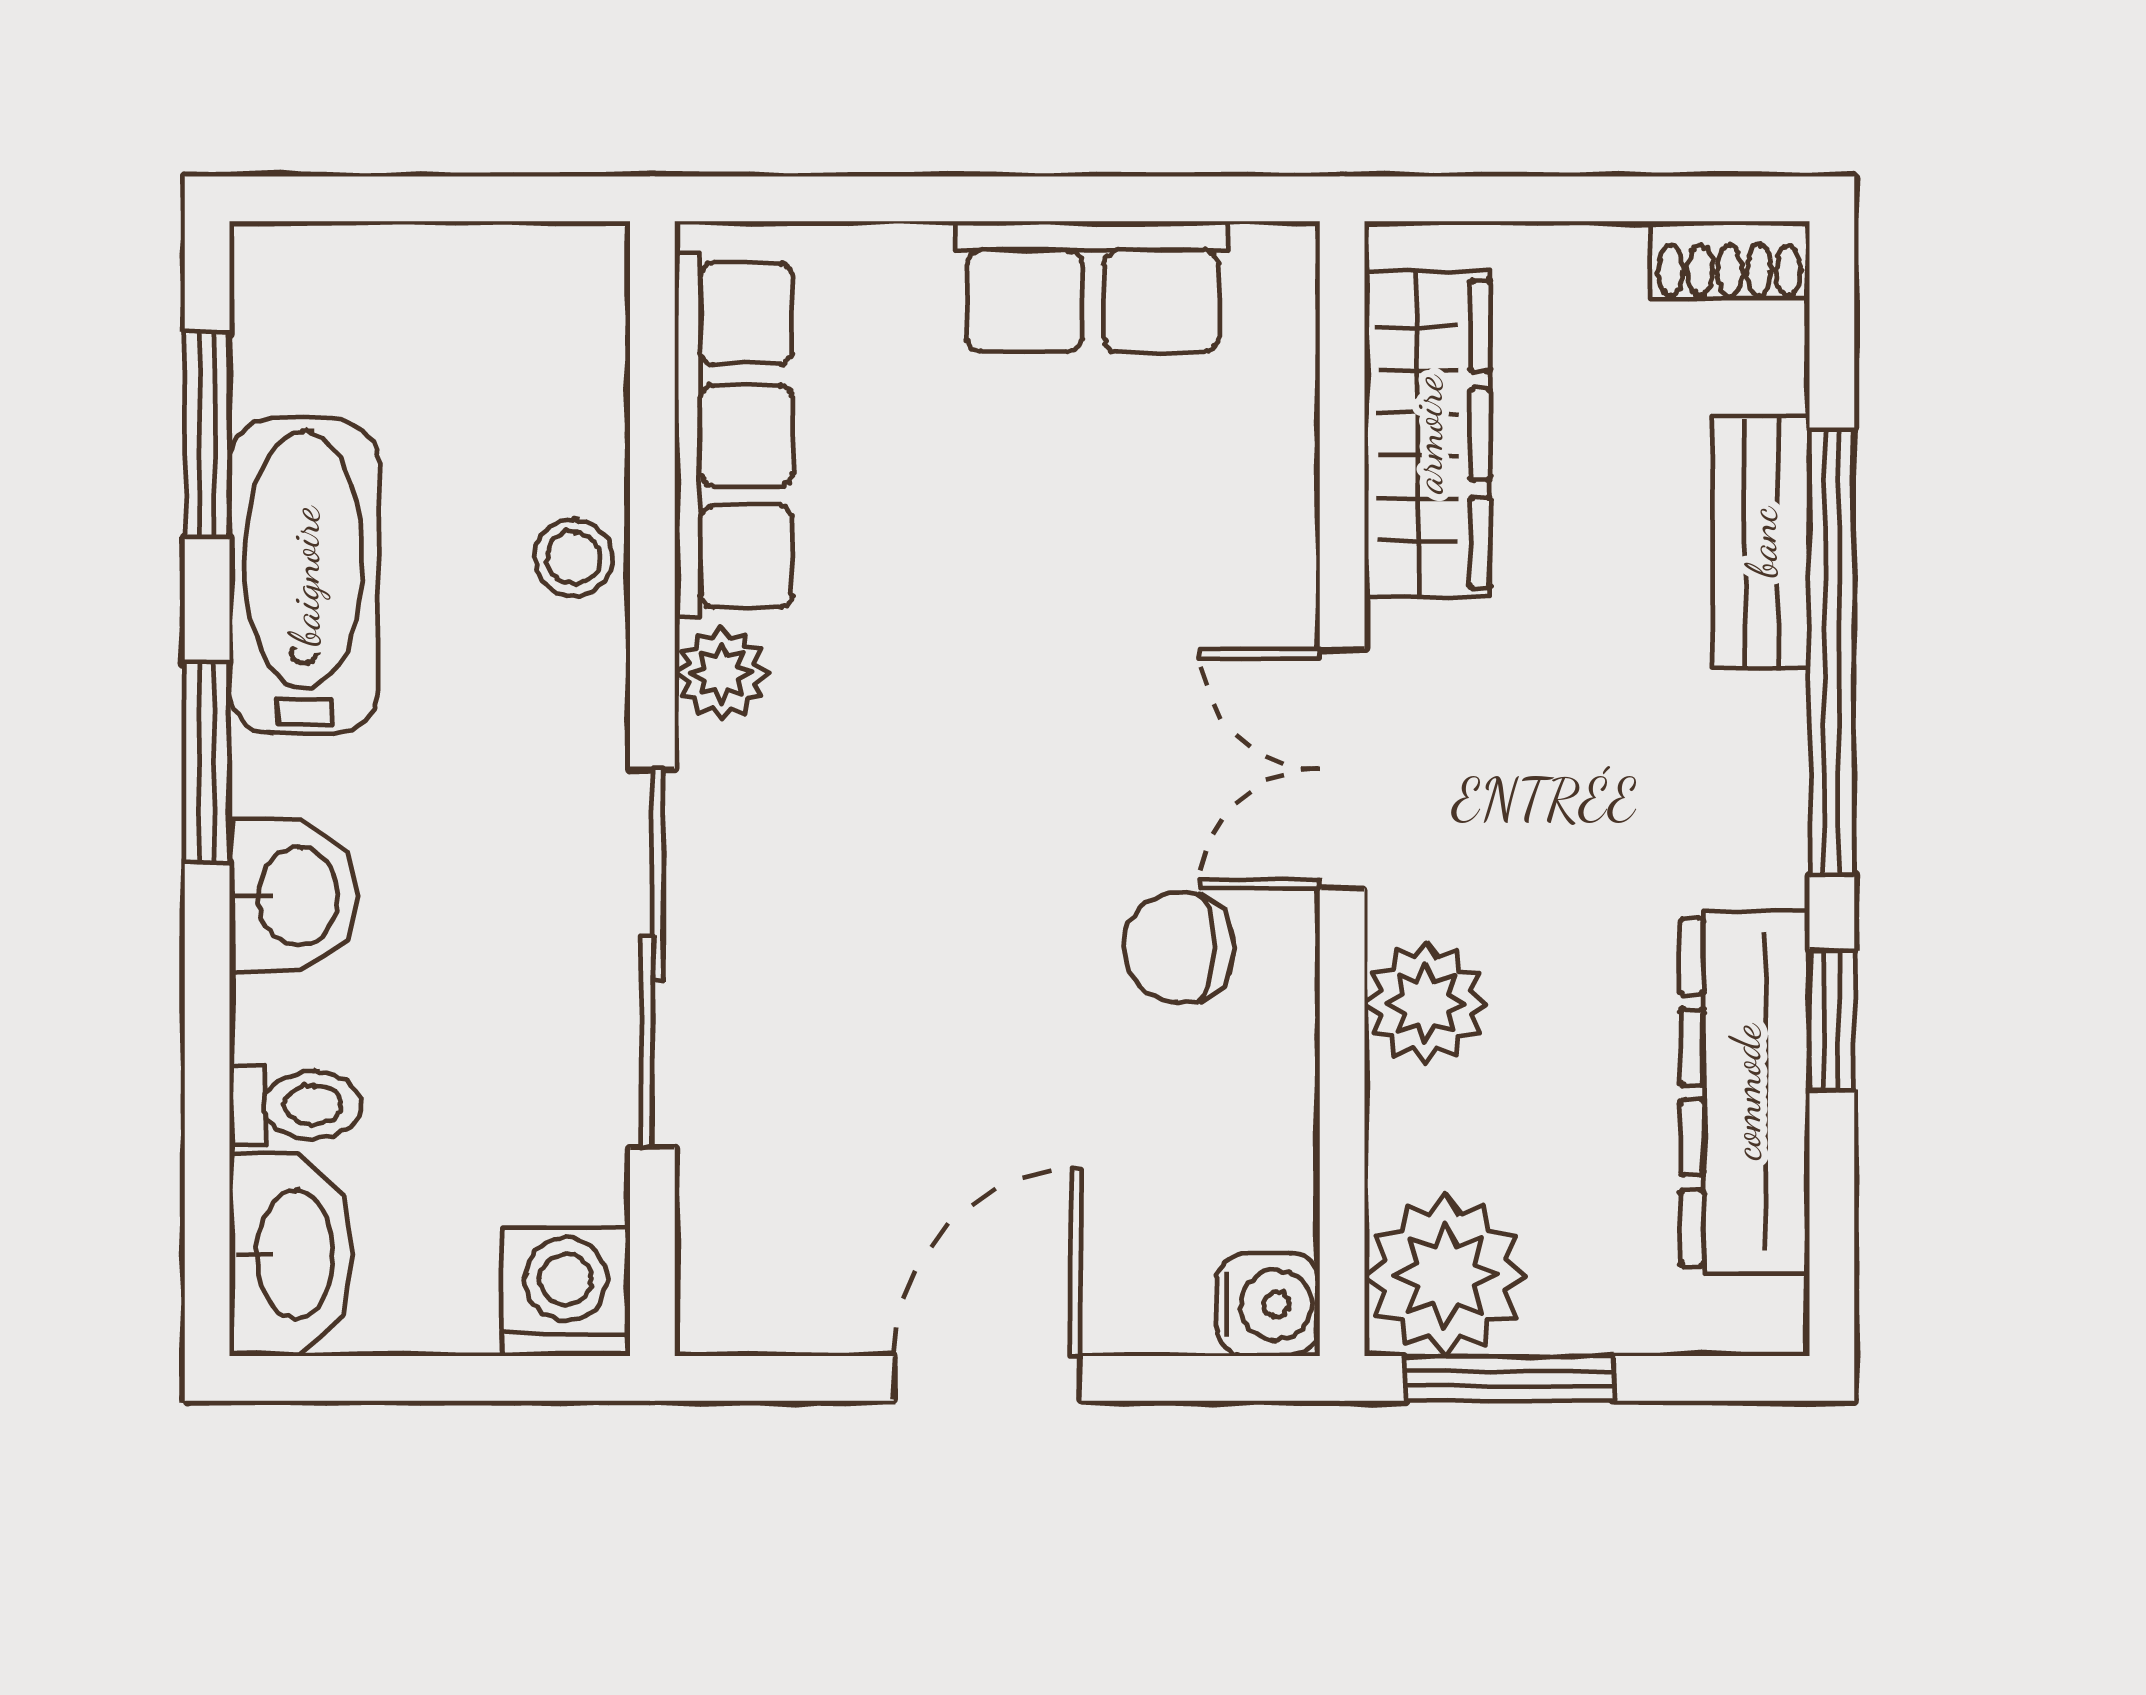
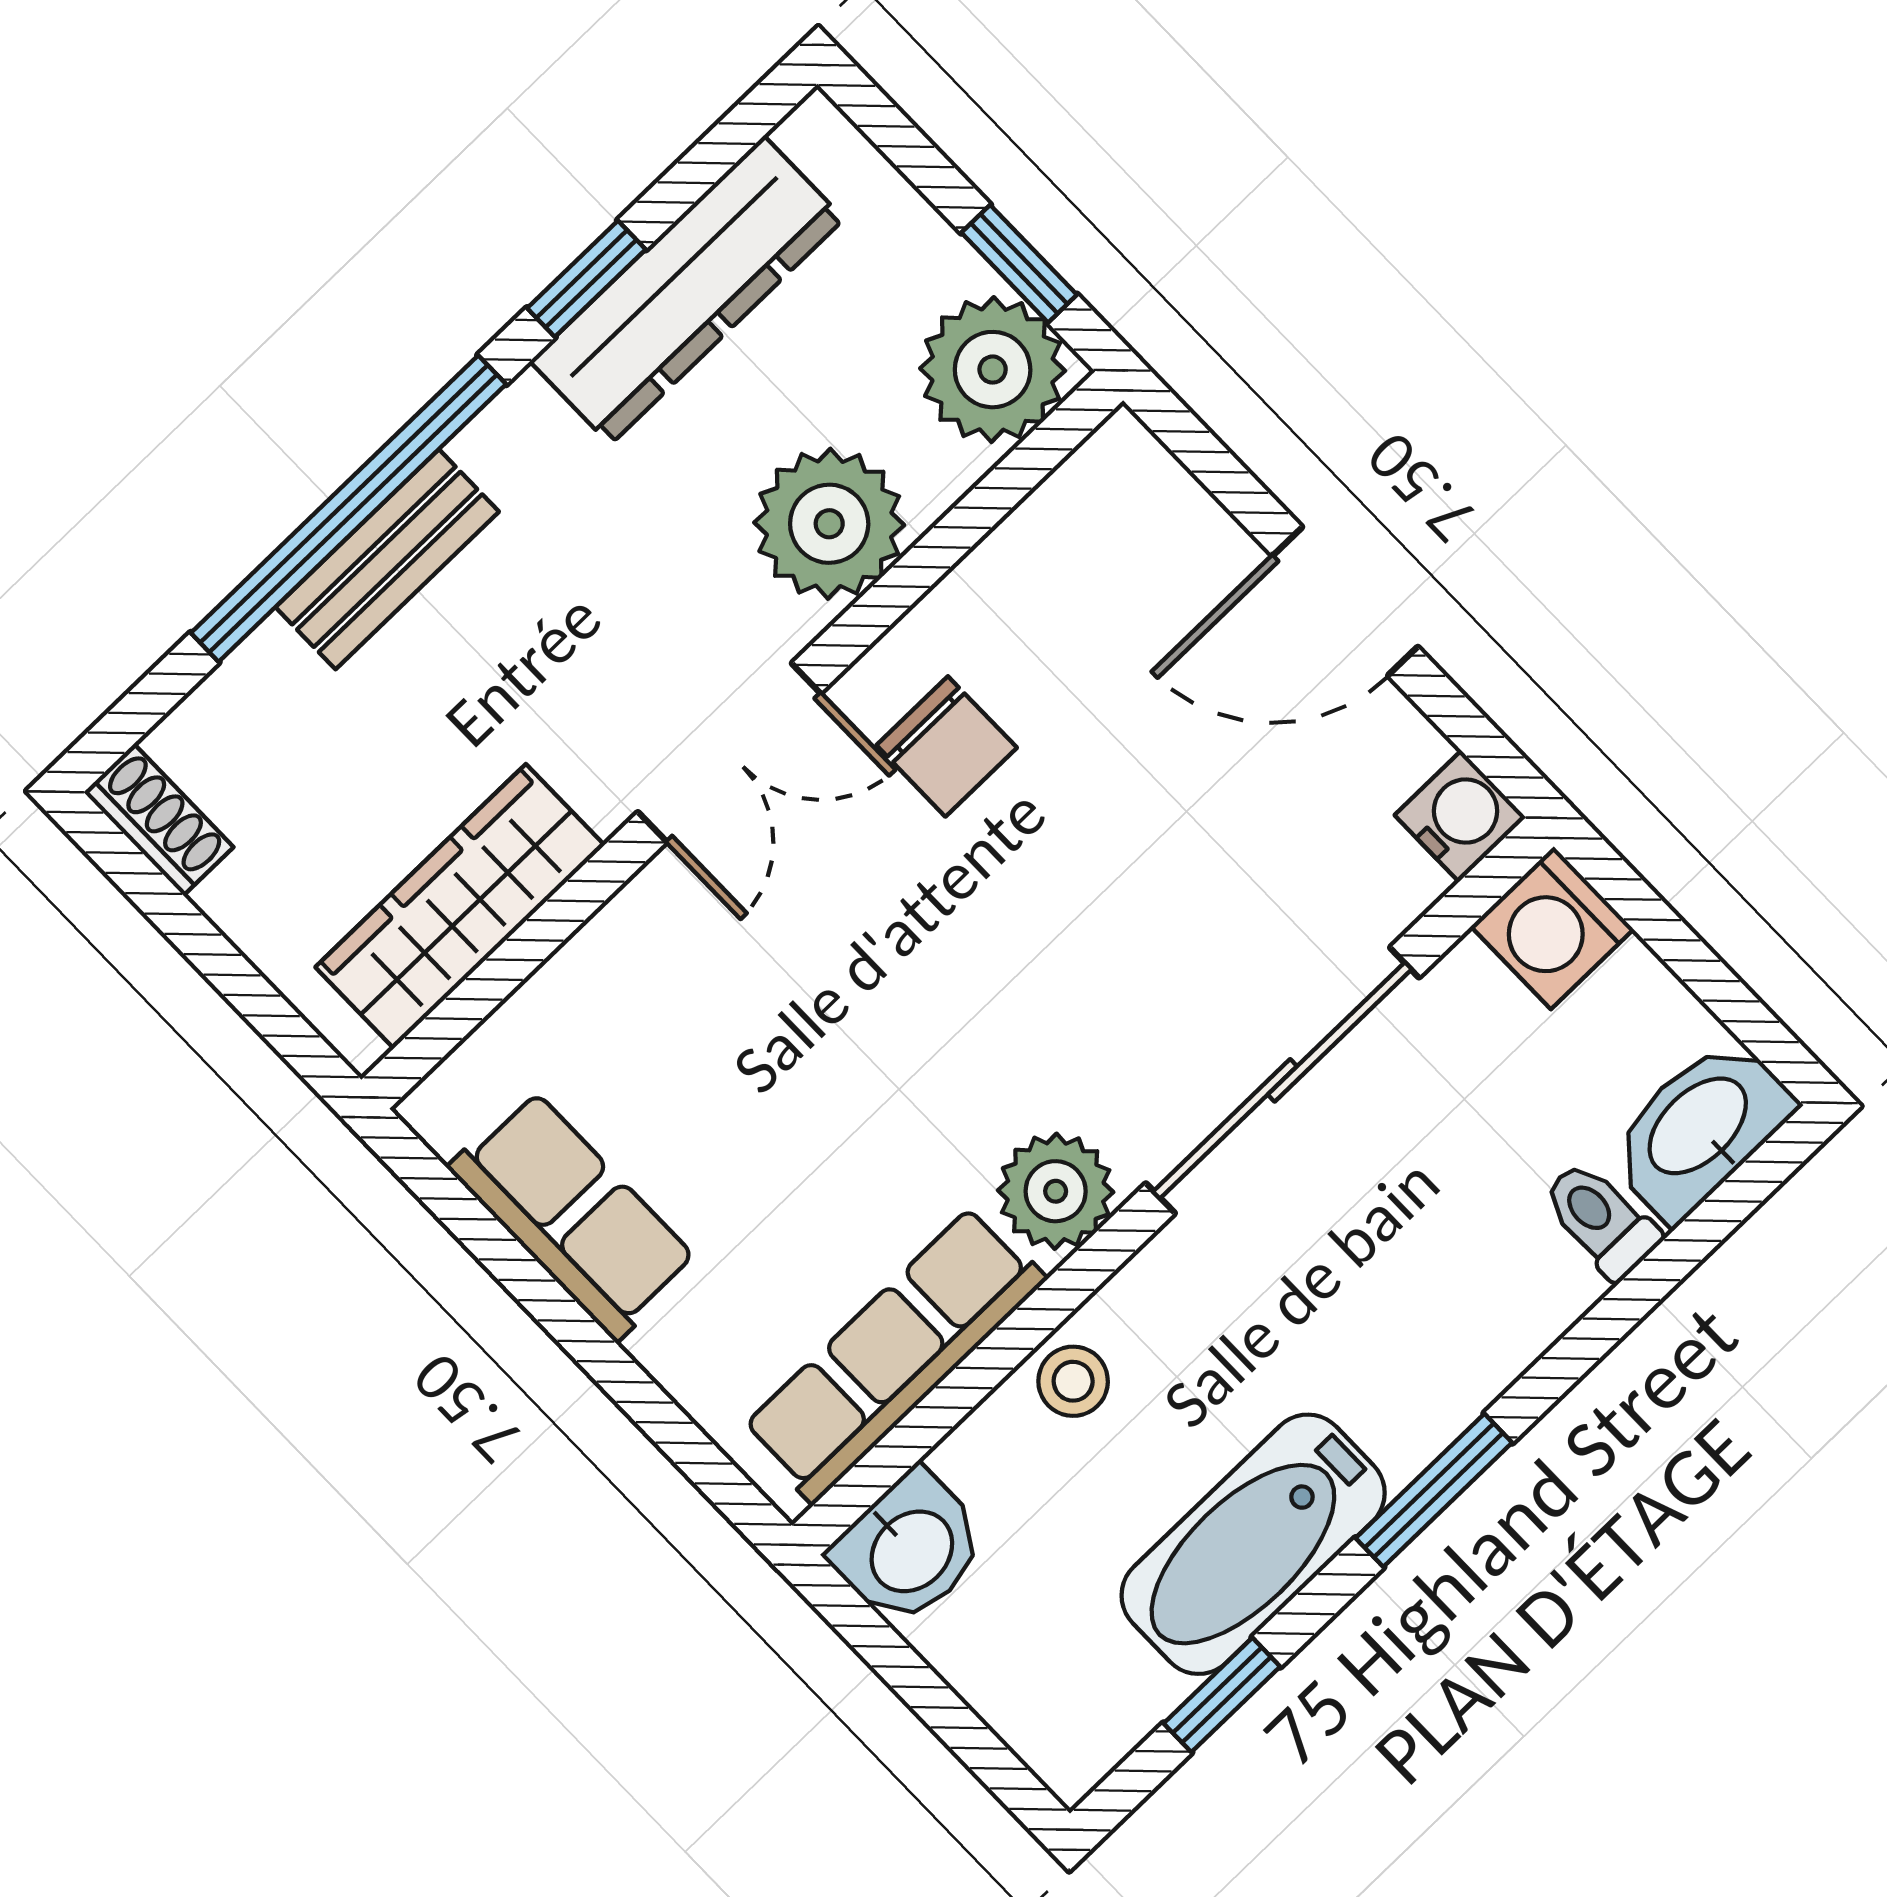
window: (207, 435) -> (1222, 1695), width x0.67
bench: (1761, 542) -> (387, 559), moved
plant: (721, 673) -> (1056, 1191), width x1.38, depth x1.38
washbasin: (294, 896) -> (909, 1549), moved, turned 180
plant: (1426, 1003) -> (829, 524), width x1.36, depth x1.36
water cooler: (1268, 1304) -> (1460, 816), moved, turned 90
window: (1509, 1378) -> (1019, 264), width x0.67

